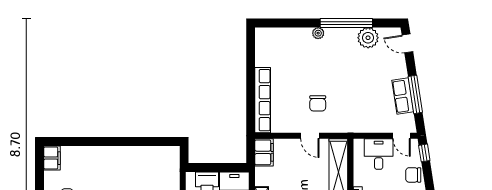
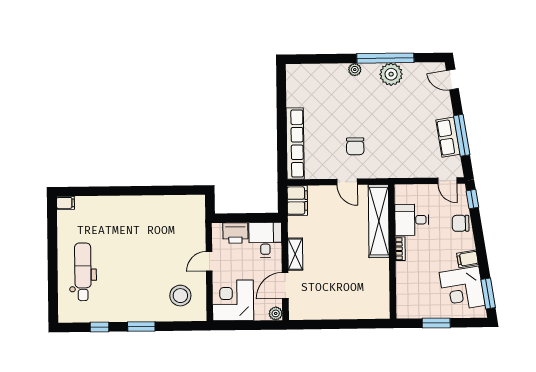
plant: (368, 38) -> (391, 74), moved
desk: (379, 154) -> (412, 220), moved, turned -90
filing cabinet: (52, 158) -> (65, 203), width x0.50

